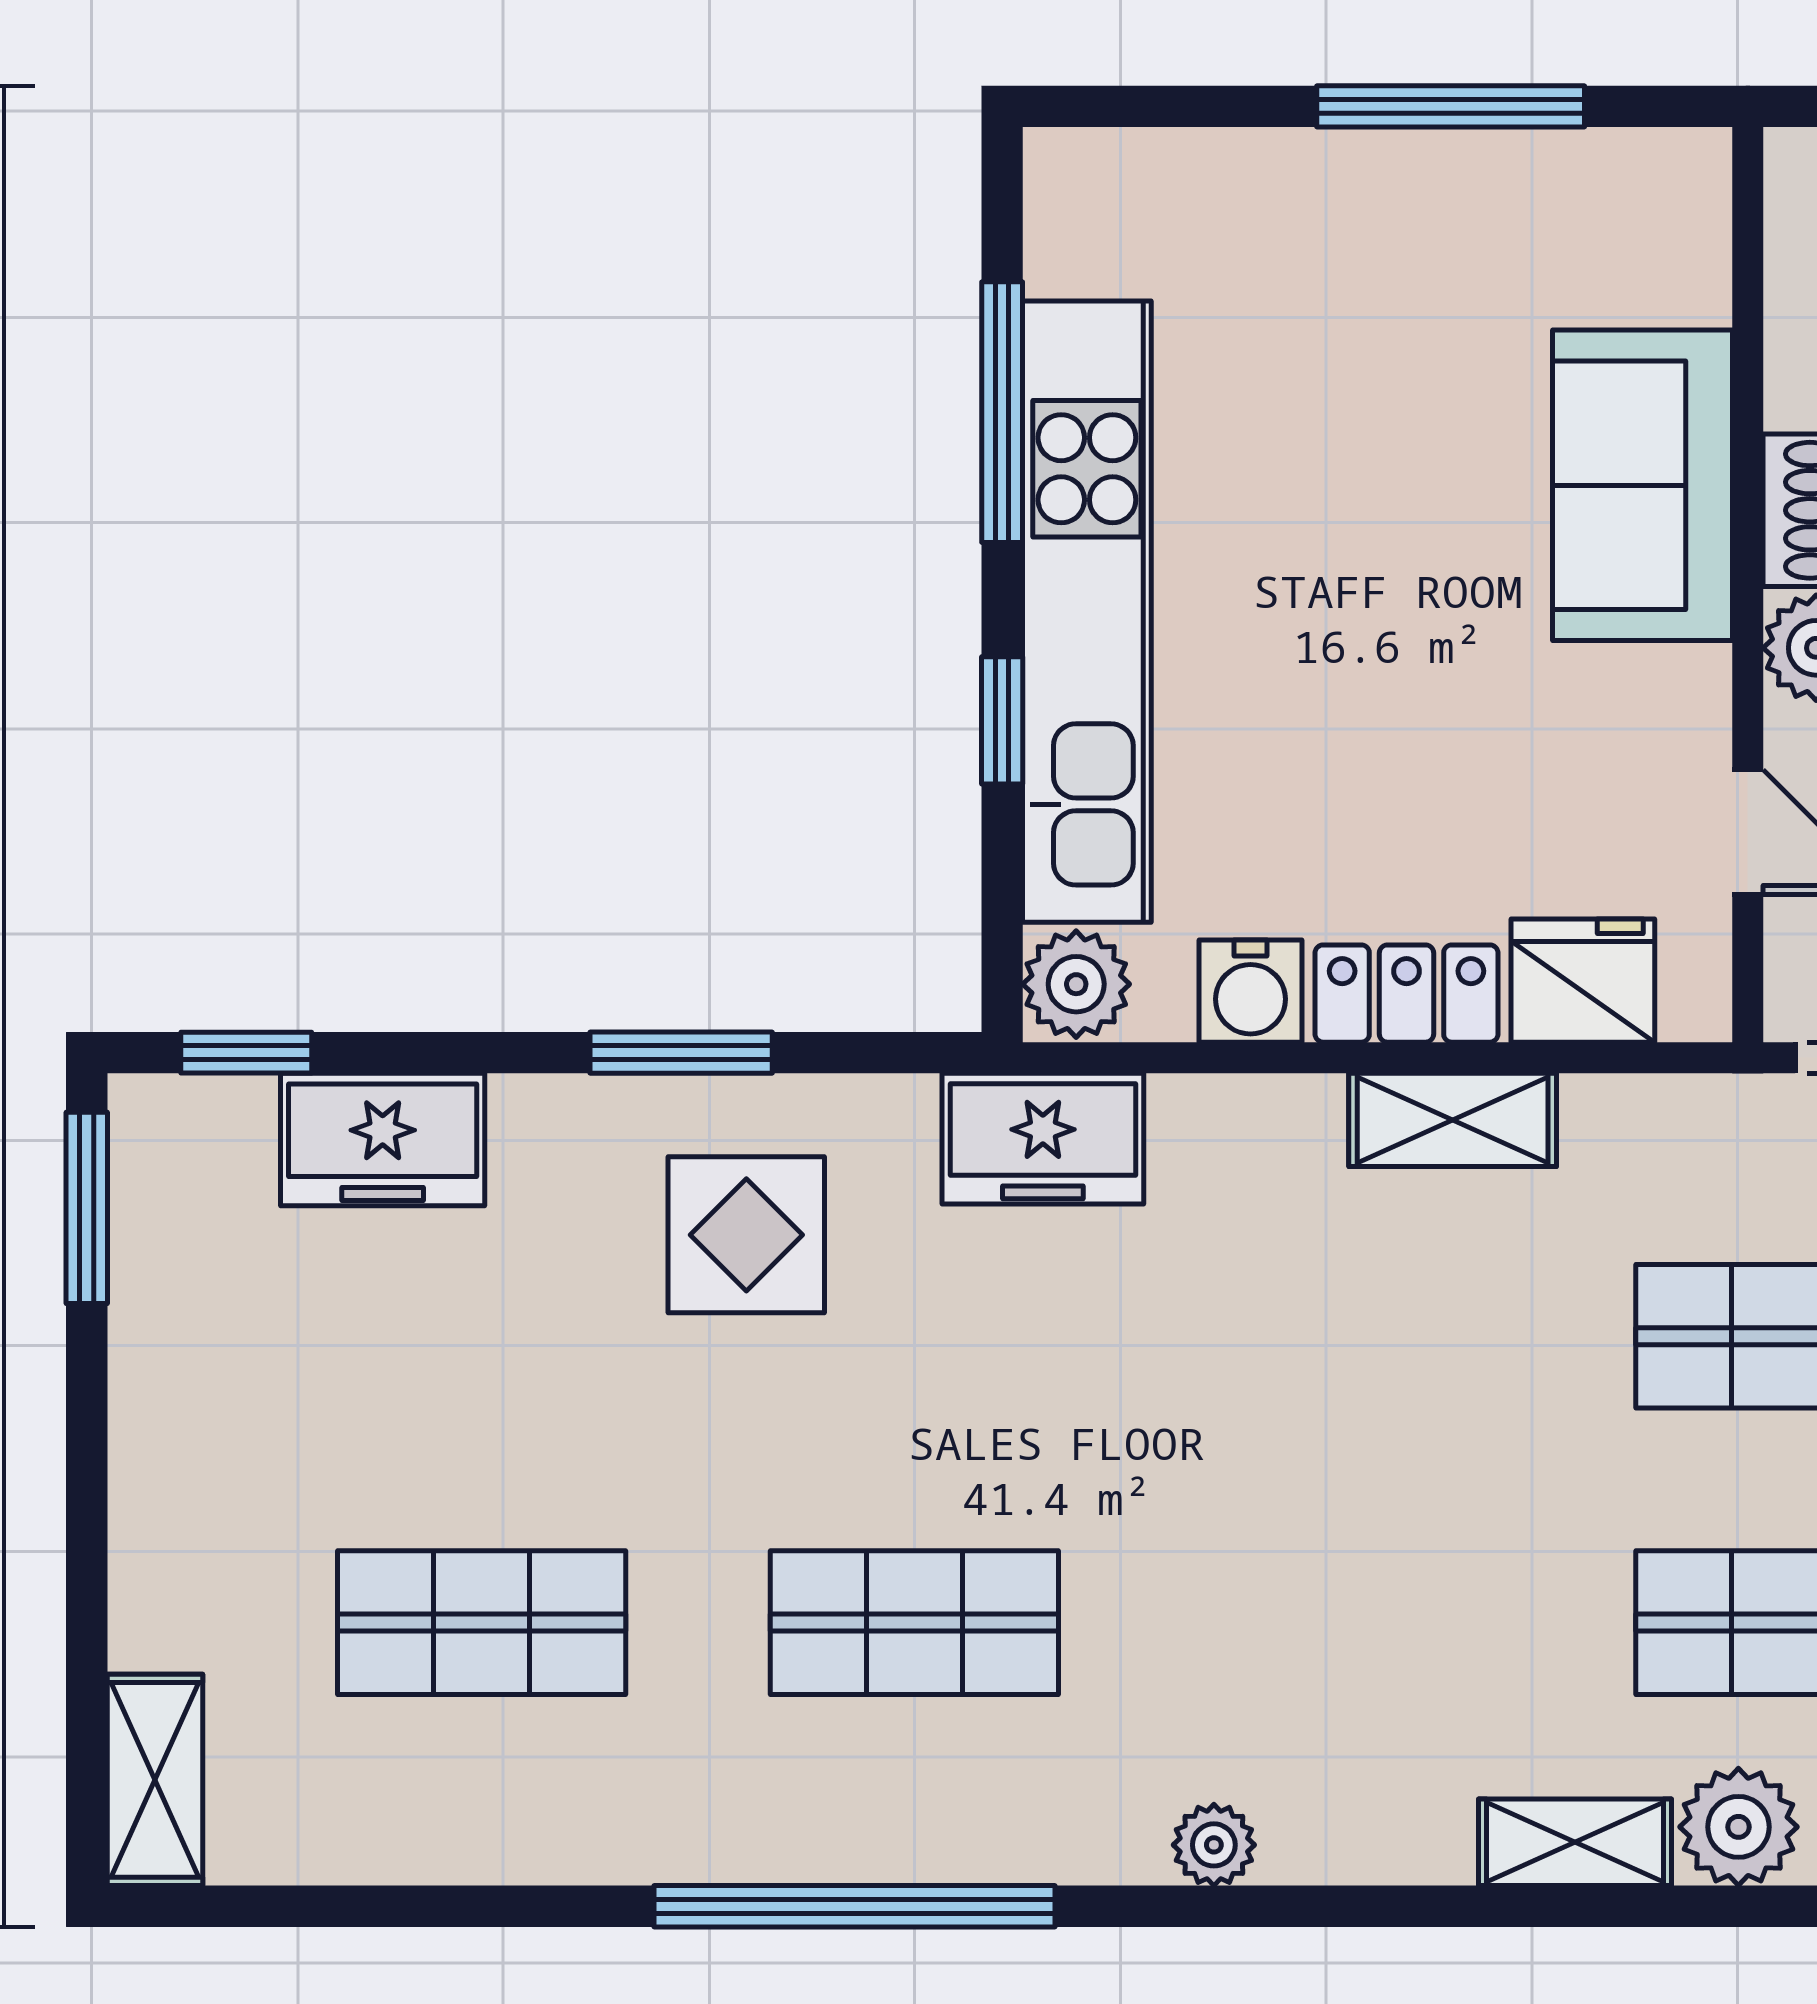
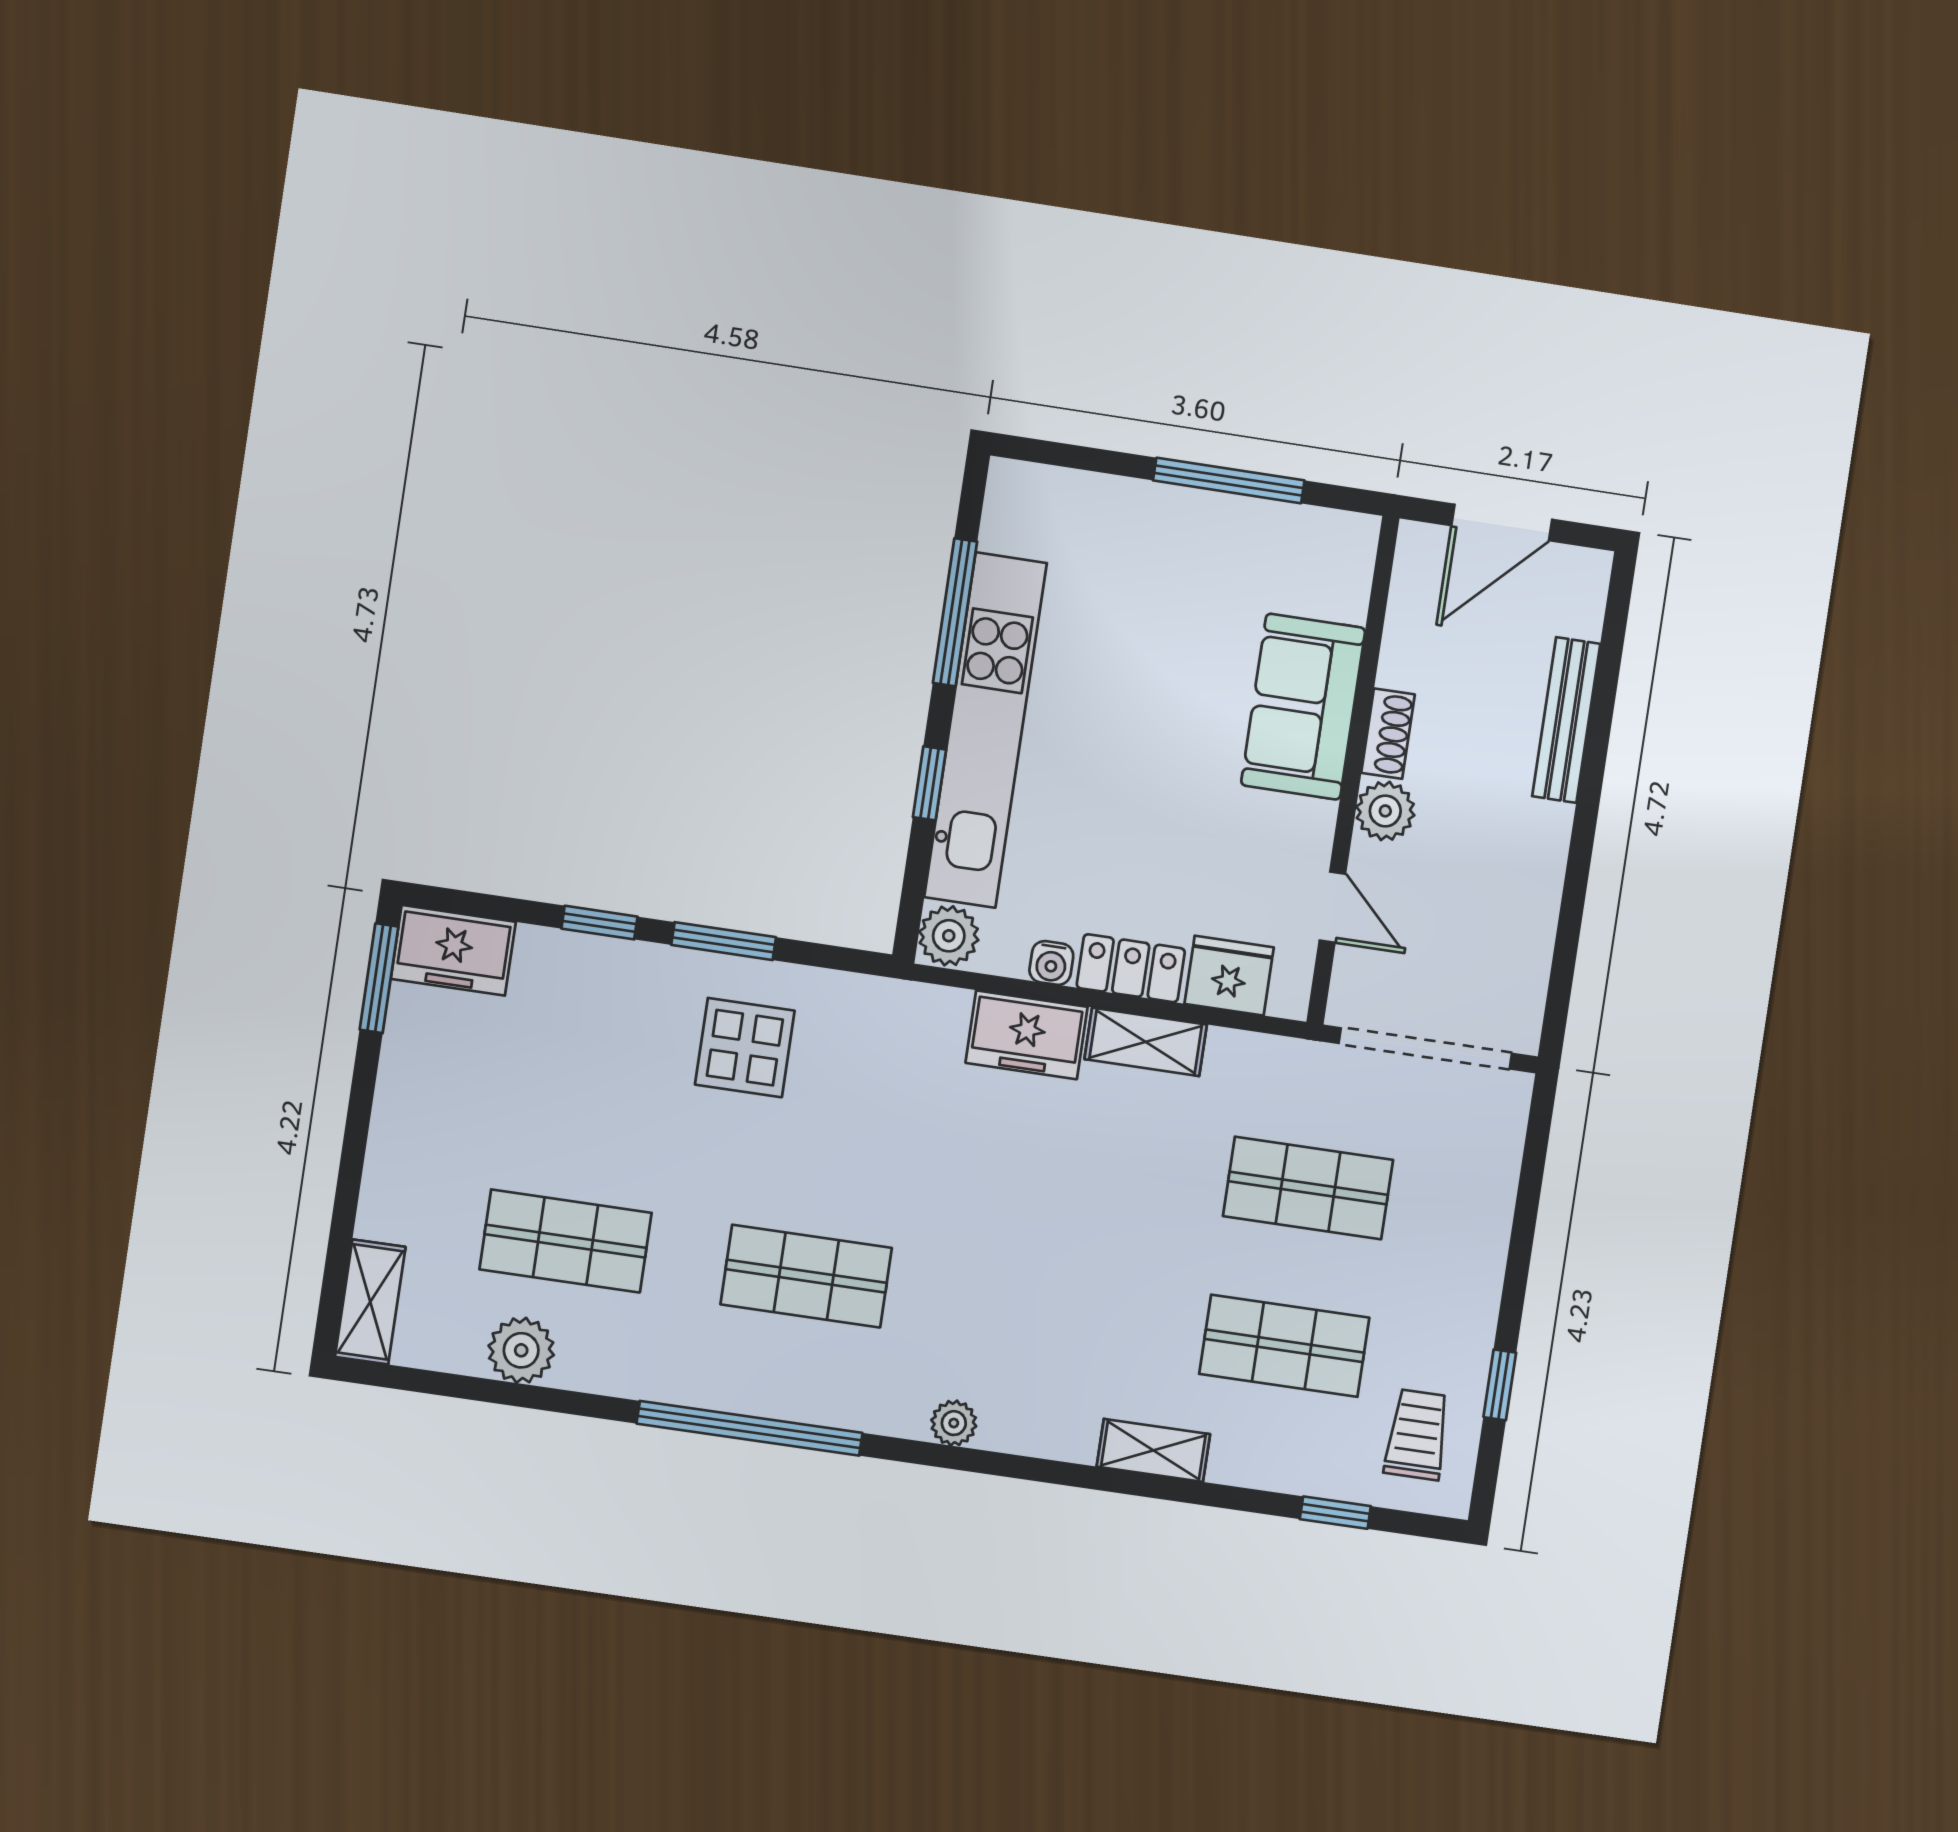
water cooler: (1250, 991) -> (1051, 963), width x0.72, depth x0.72
window: (246, 1053) -> (599, 923), moved
freezer: (1043, 1139) -> (1027, 1035), moved
freezer: (383, 1140) -> (453, 950), moved
plant: (1738, 1827) -> (521, 1350), moved

